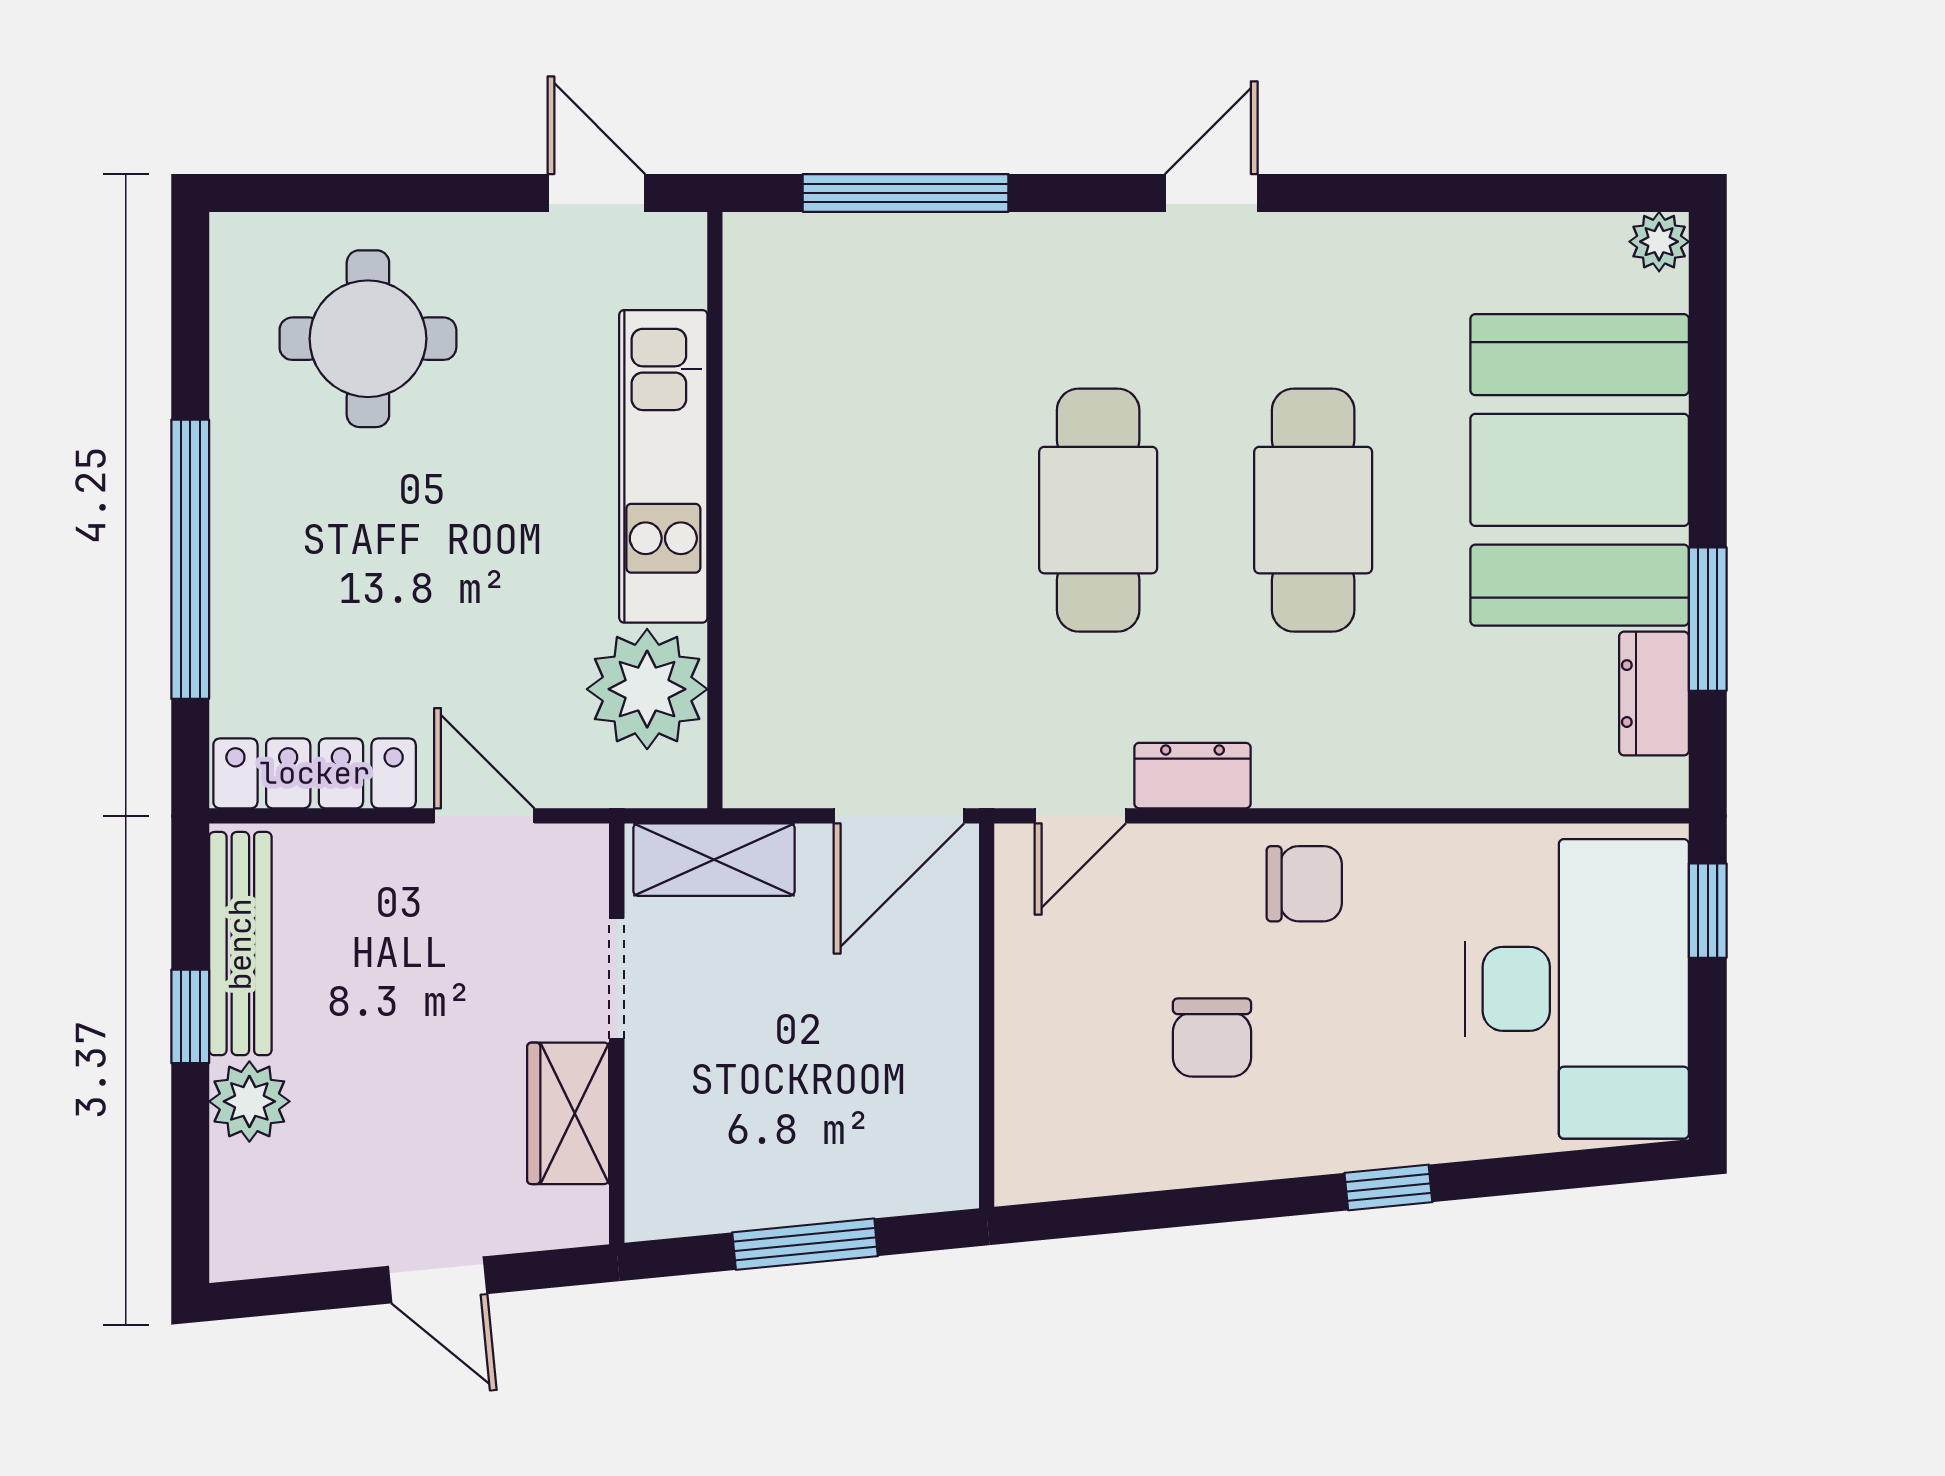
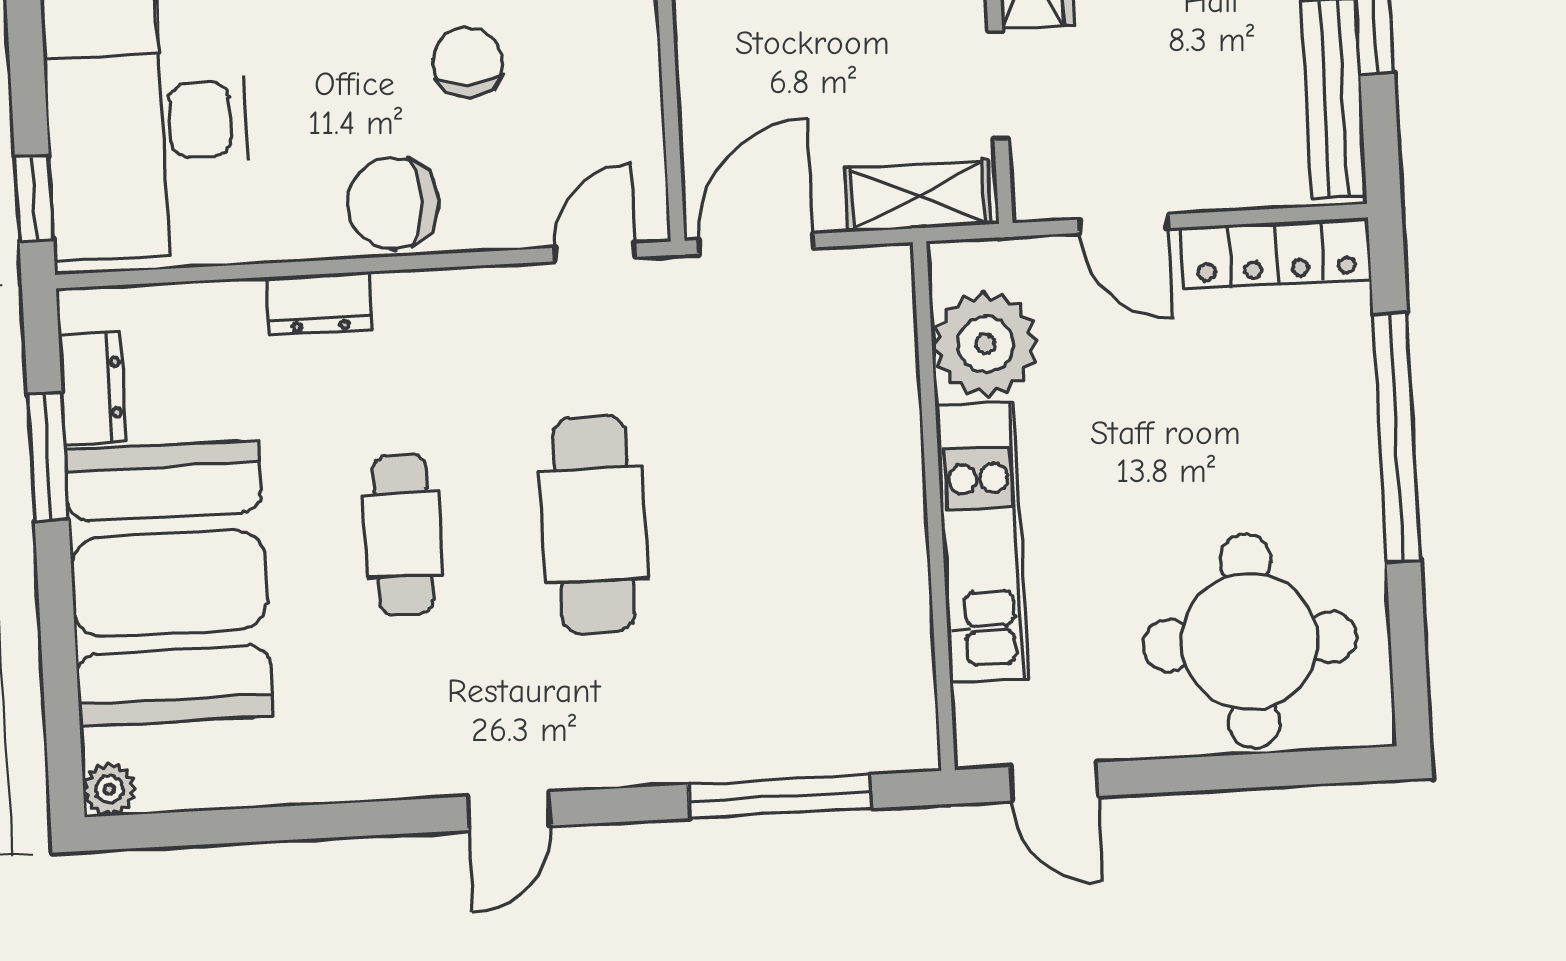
round table: (368, 339) -> (1250, 641), width x1.36, depth x1.36
cafe table: (1313, 510) -> (403, 535), width x0.73, depth x0.74
dresser: (1192, 776) -> (319, 303), moved
chair: (1304, 884) -> (393, 203), width x1.37, depth x1.37

